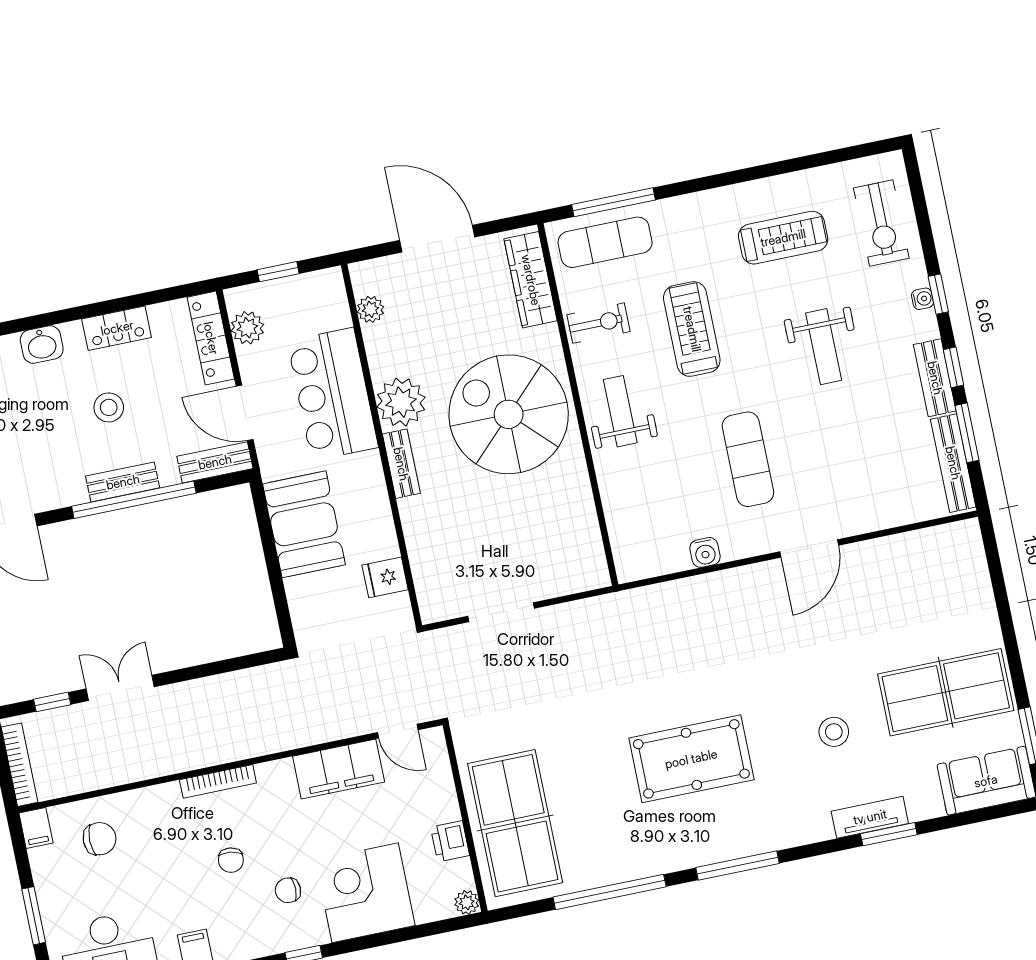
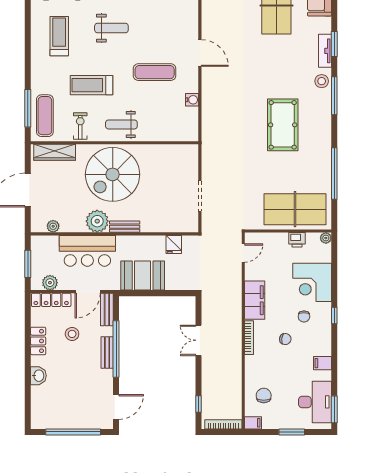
window: (278, 272) -> (28, 264), width x1.50
stool: (109, 407) -> (72, 334), moved
double door: (120, 688) -> (198, 340), moved
stool: (834, 732) -> (322, 81), moved
filing cabinet: (339, 769) -> (255, 300), moved
window: (738, 865) -> (334, 96), moved

